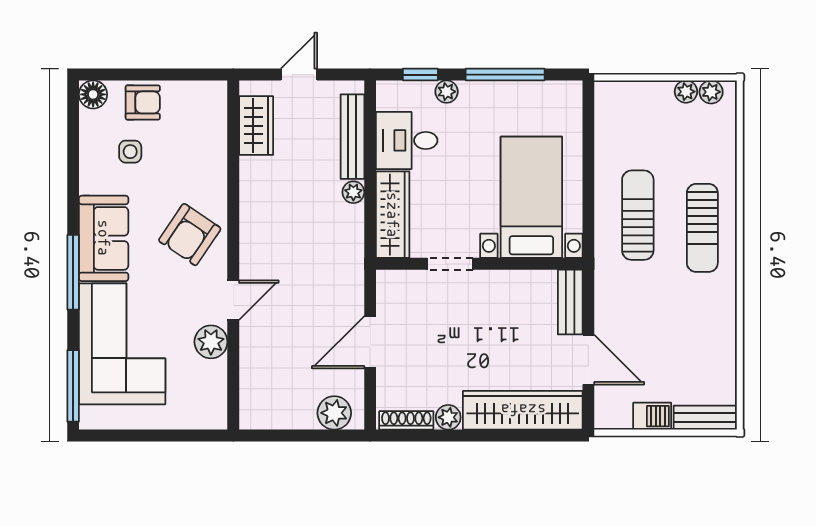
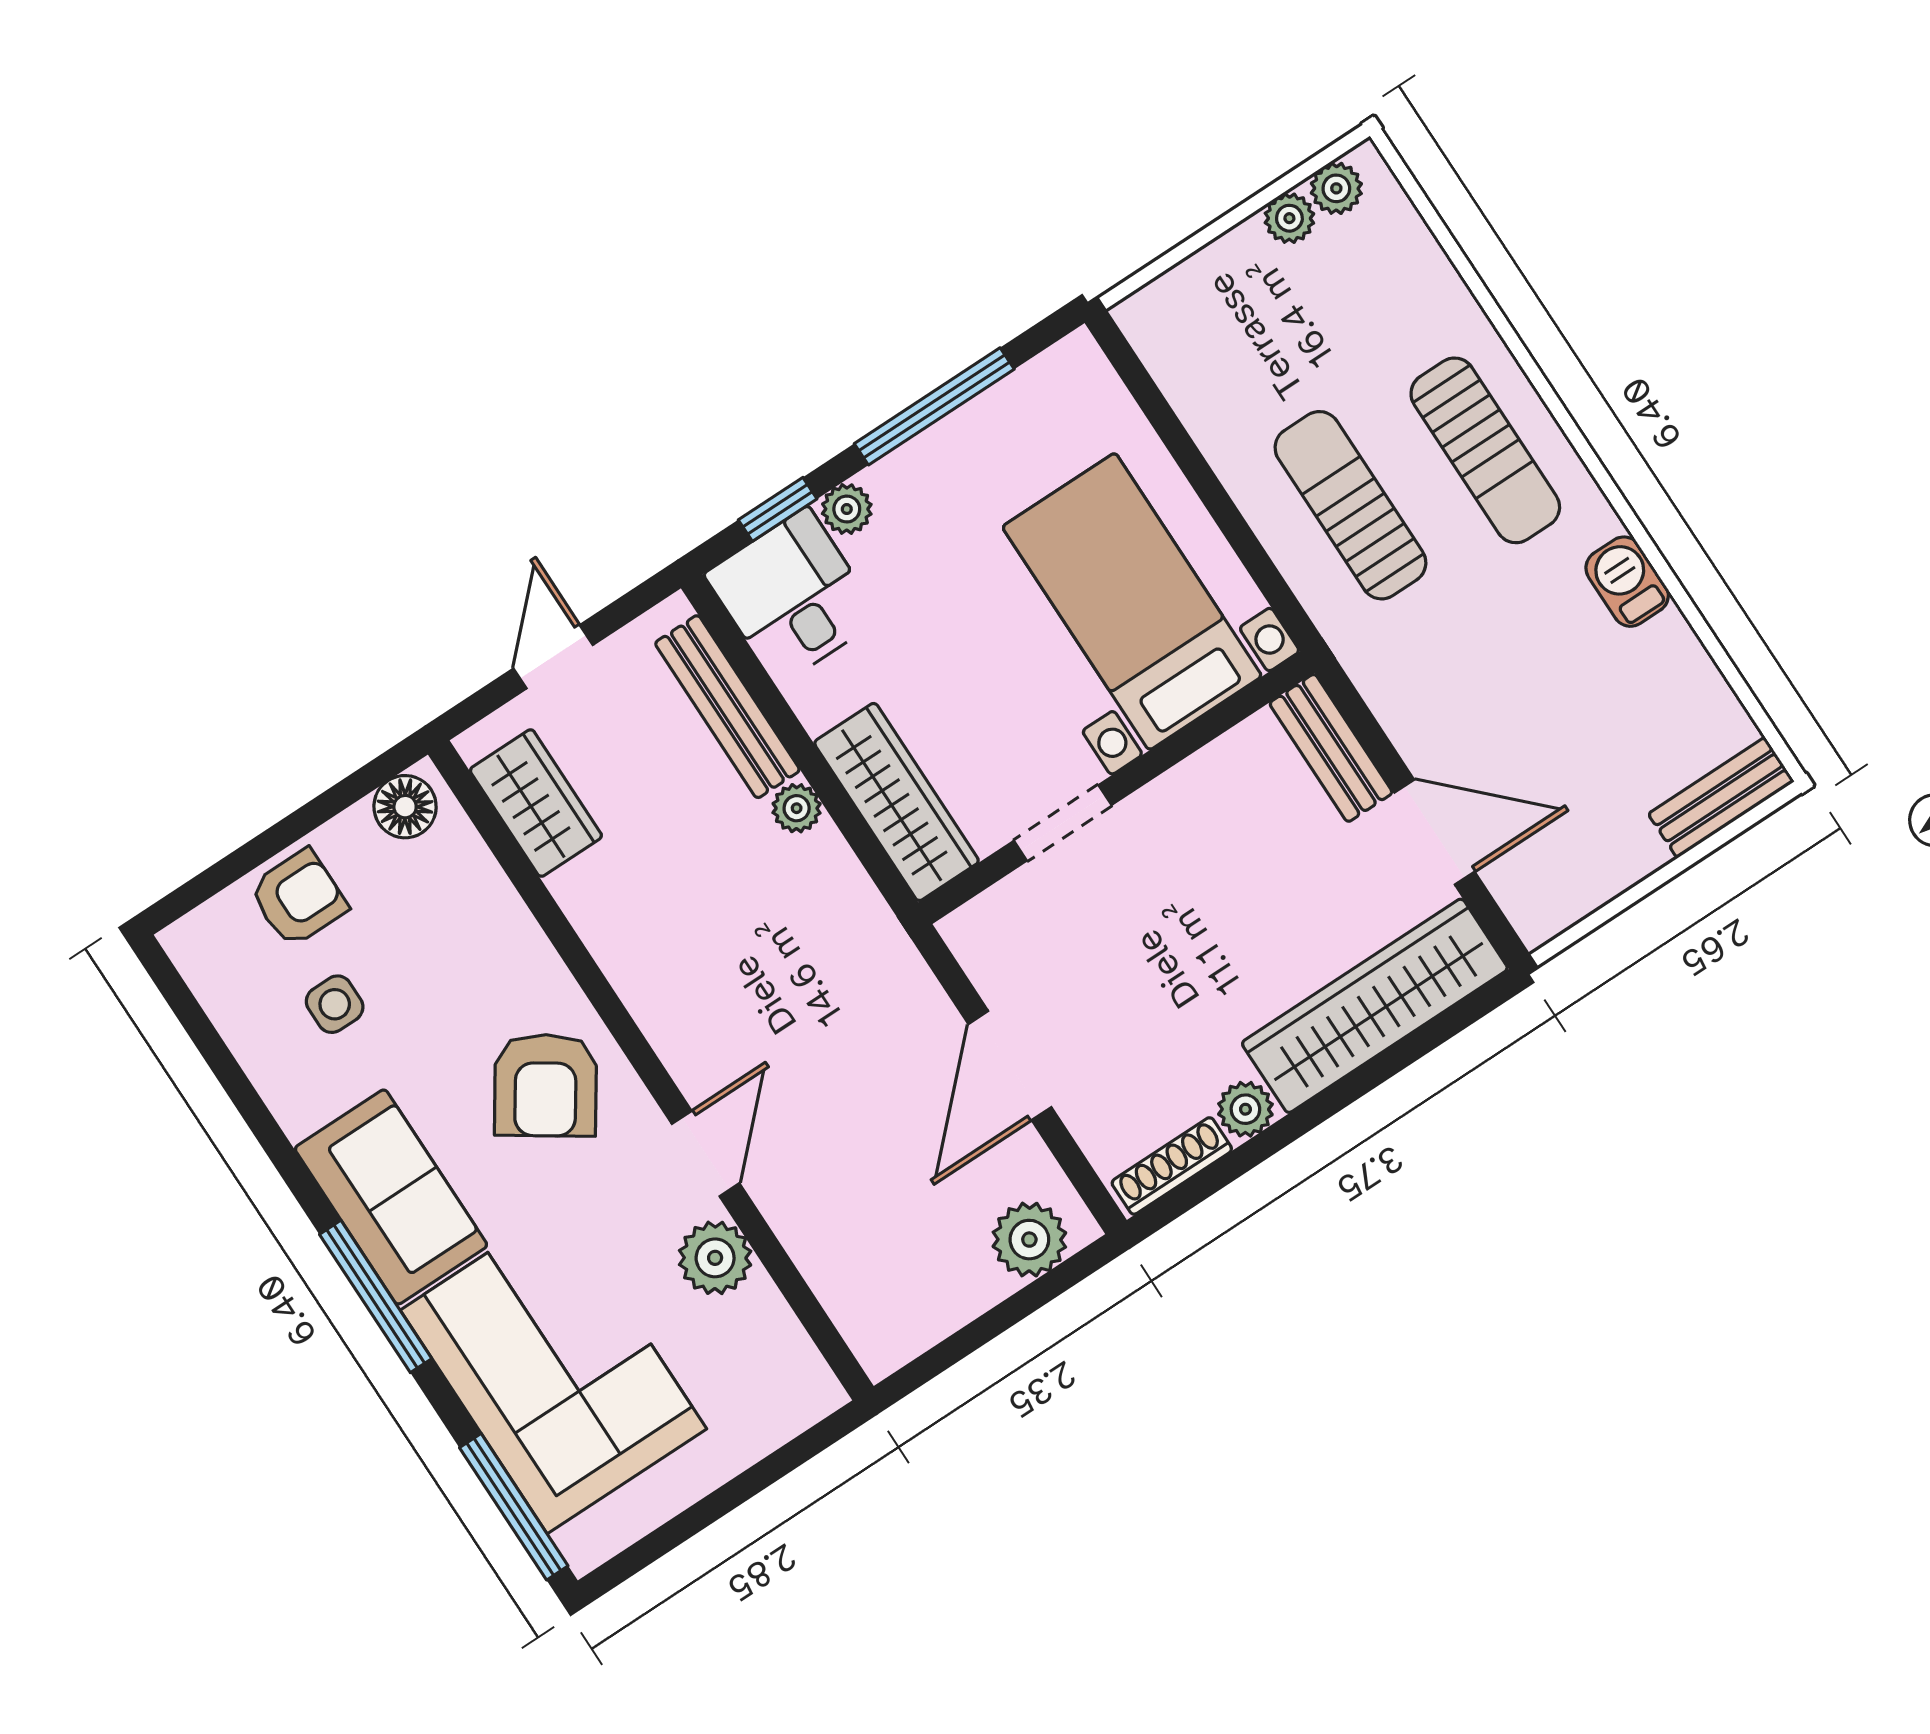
floor lamp: (93, 94) -> (405, 807), moved
desk: (407, 140) -> (793, 596), moved, turned 90
barbecue: (652, 416) -> (1627, 582), moved, turned -90

